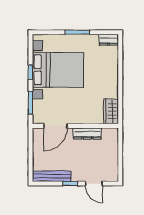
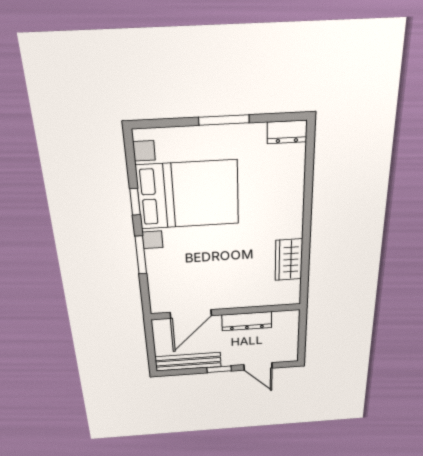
door: (55, 126) -> (191, 314), moved
wall: (75, 126) -> (226, 312), moved
dresser: (87, 133) -> (247, 321), moved

